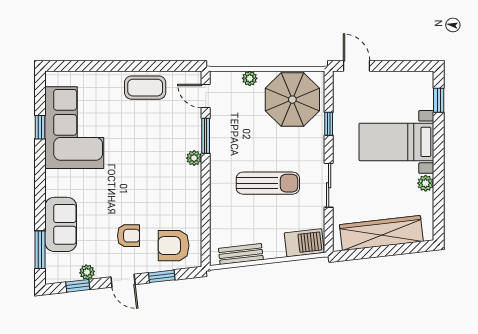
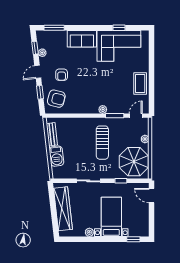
door: (357, 66) -> (152, 196), swing flipped
sun lounger: (268, 183) -> (102, 143), moved
sofa: (61, 224) -> (82, 39), moved
barbecue: (304, 243) -> (56, 156), moved
armchair: (174, 246) -> (56, 99), turned 104

